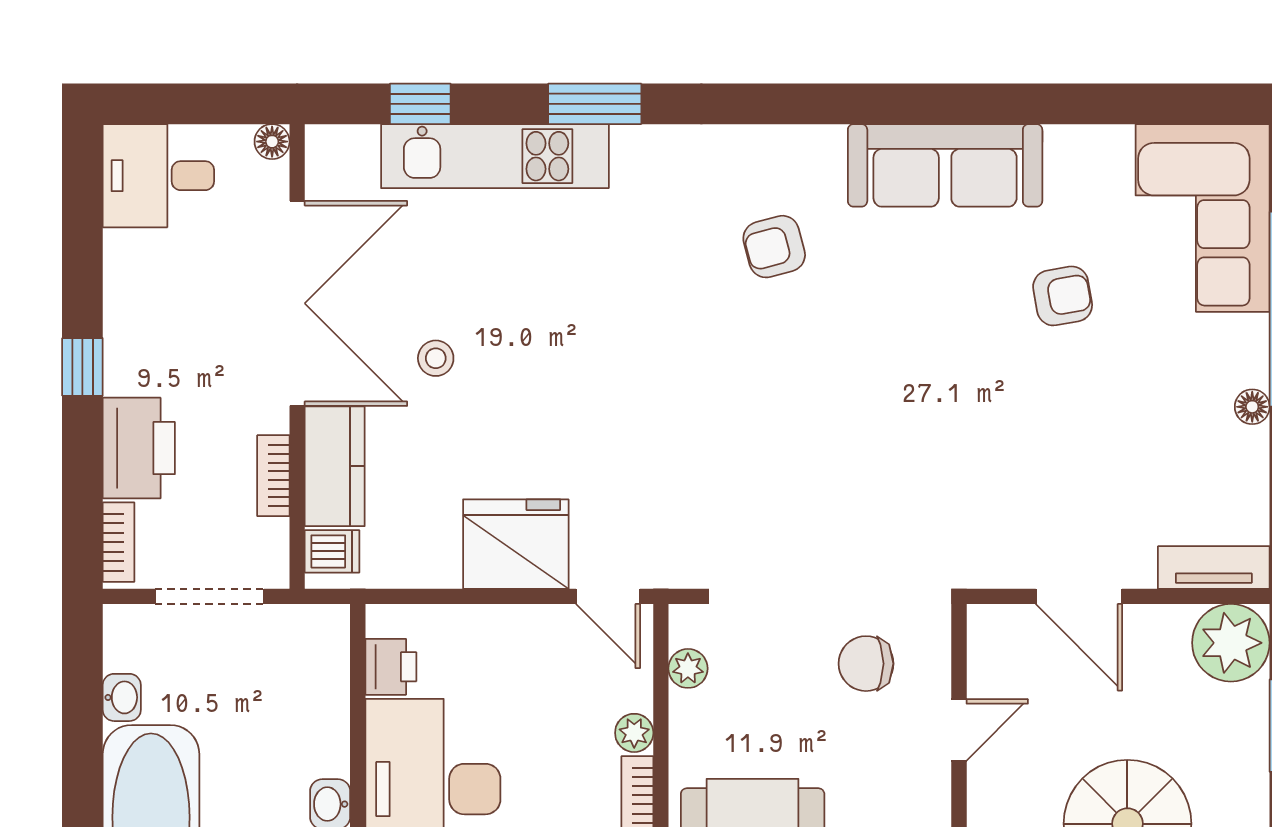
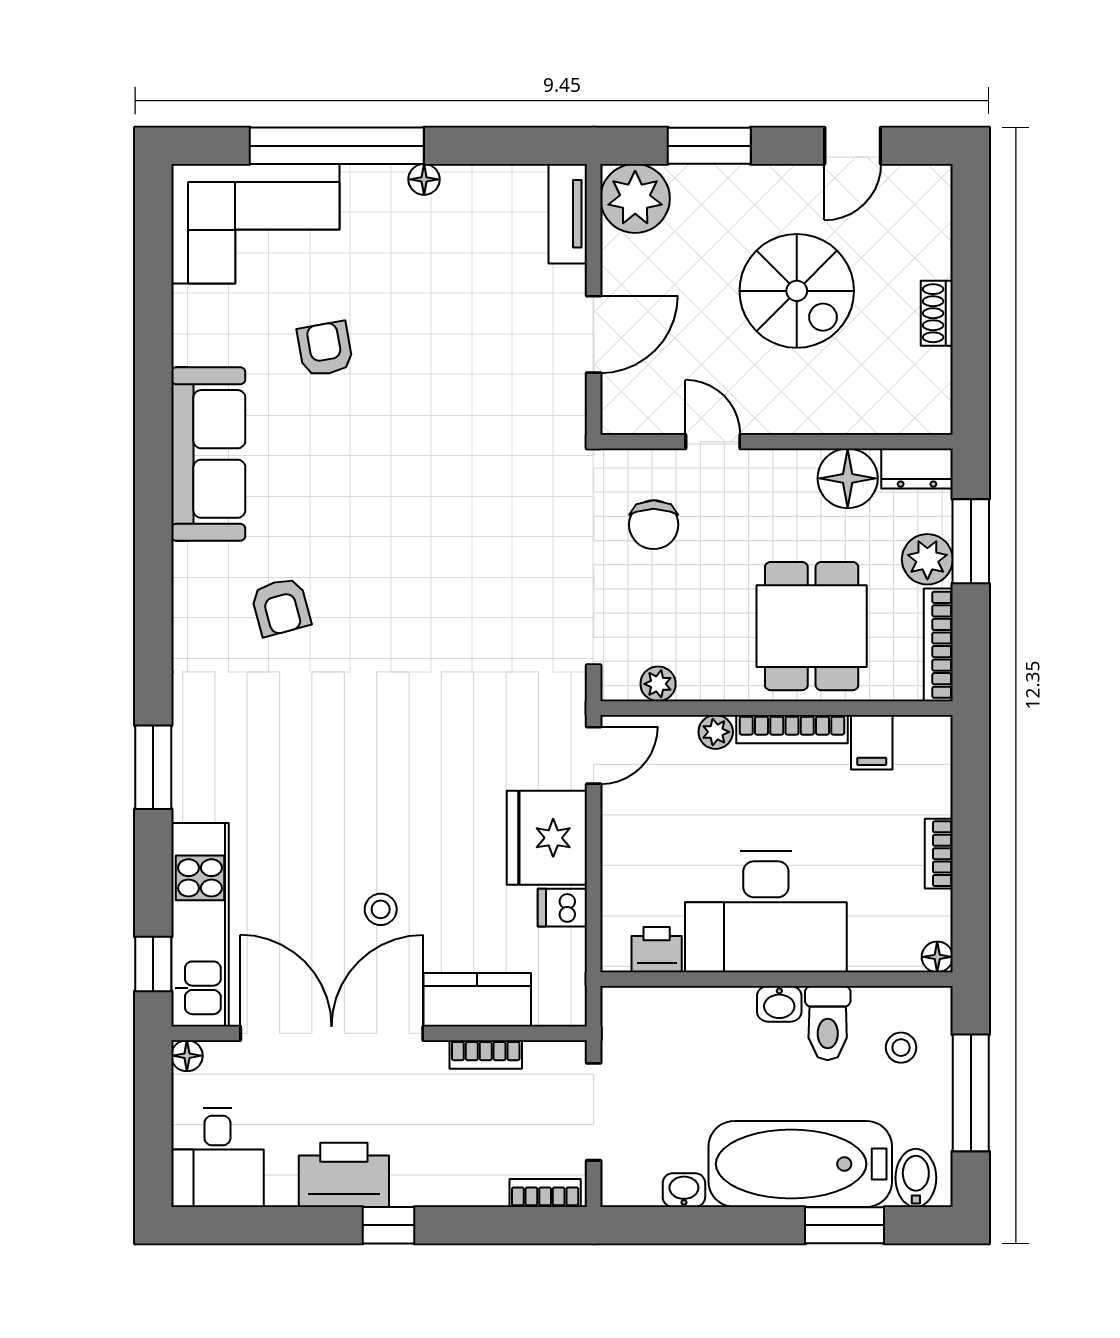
window: (420, 104) -> (153, 964), moved
kitchen unit: (495, 156) -> (200, 925), moved
printer: (139, 448) -> (344, 1175), moved
dishwasher: (332, 551) -> (562, 908), moved, turned -90

